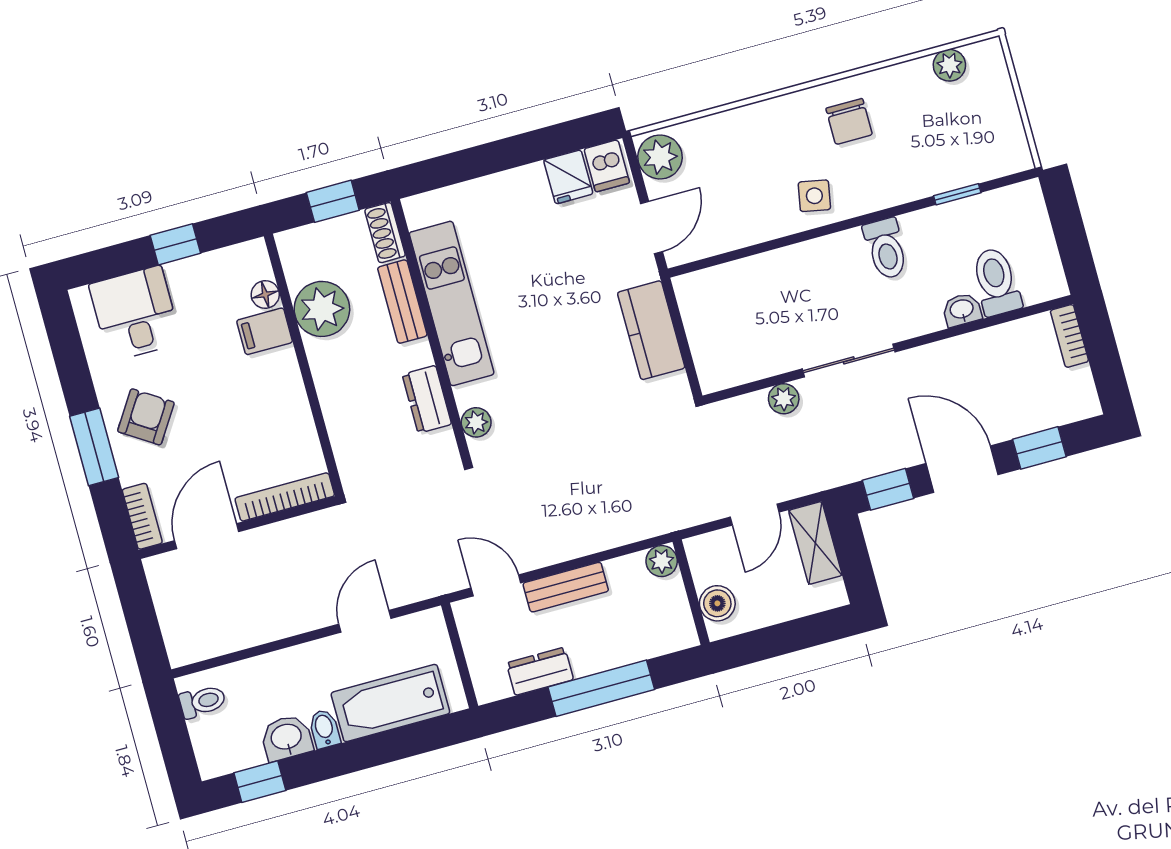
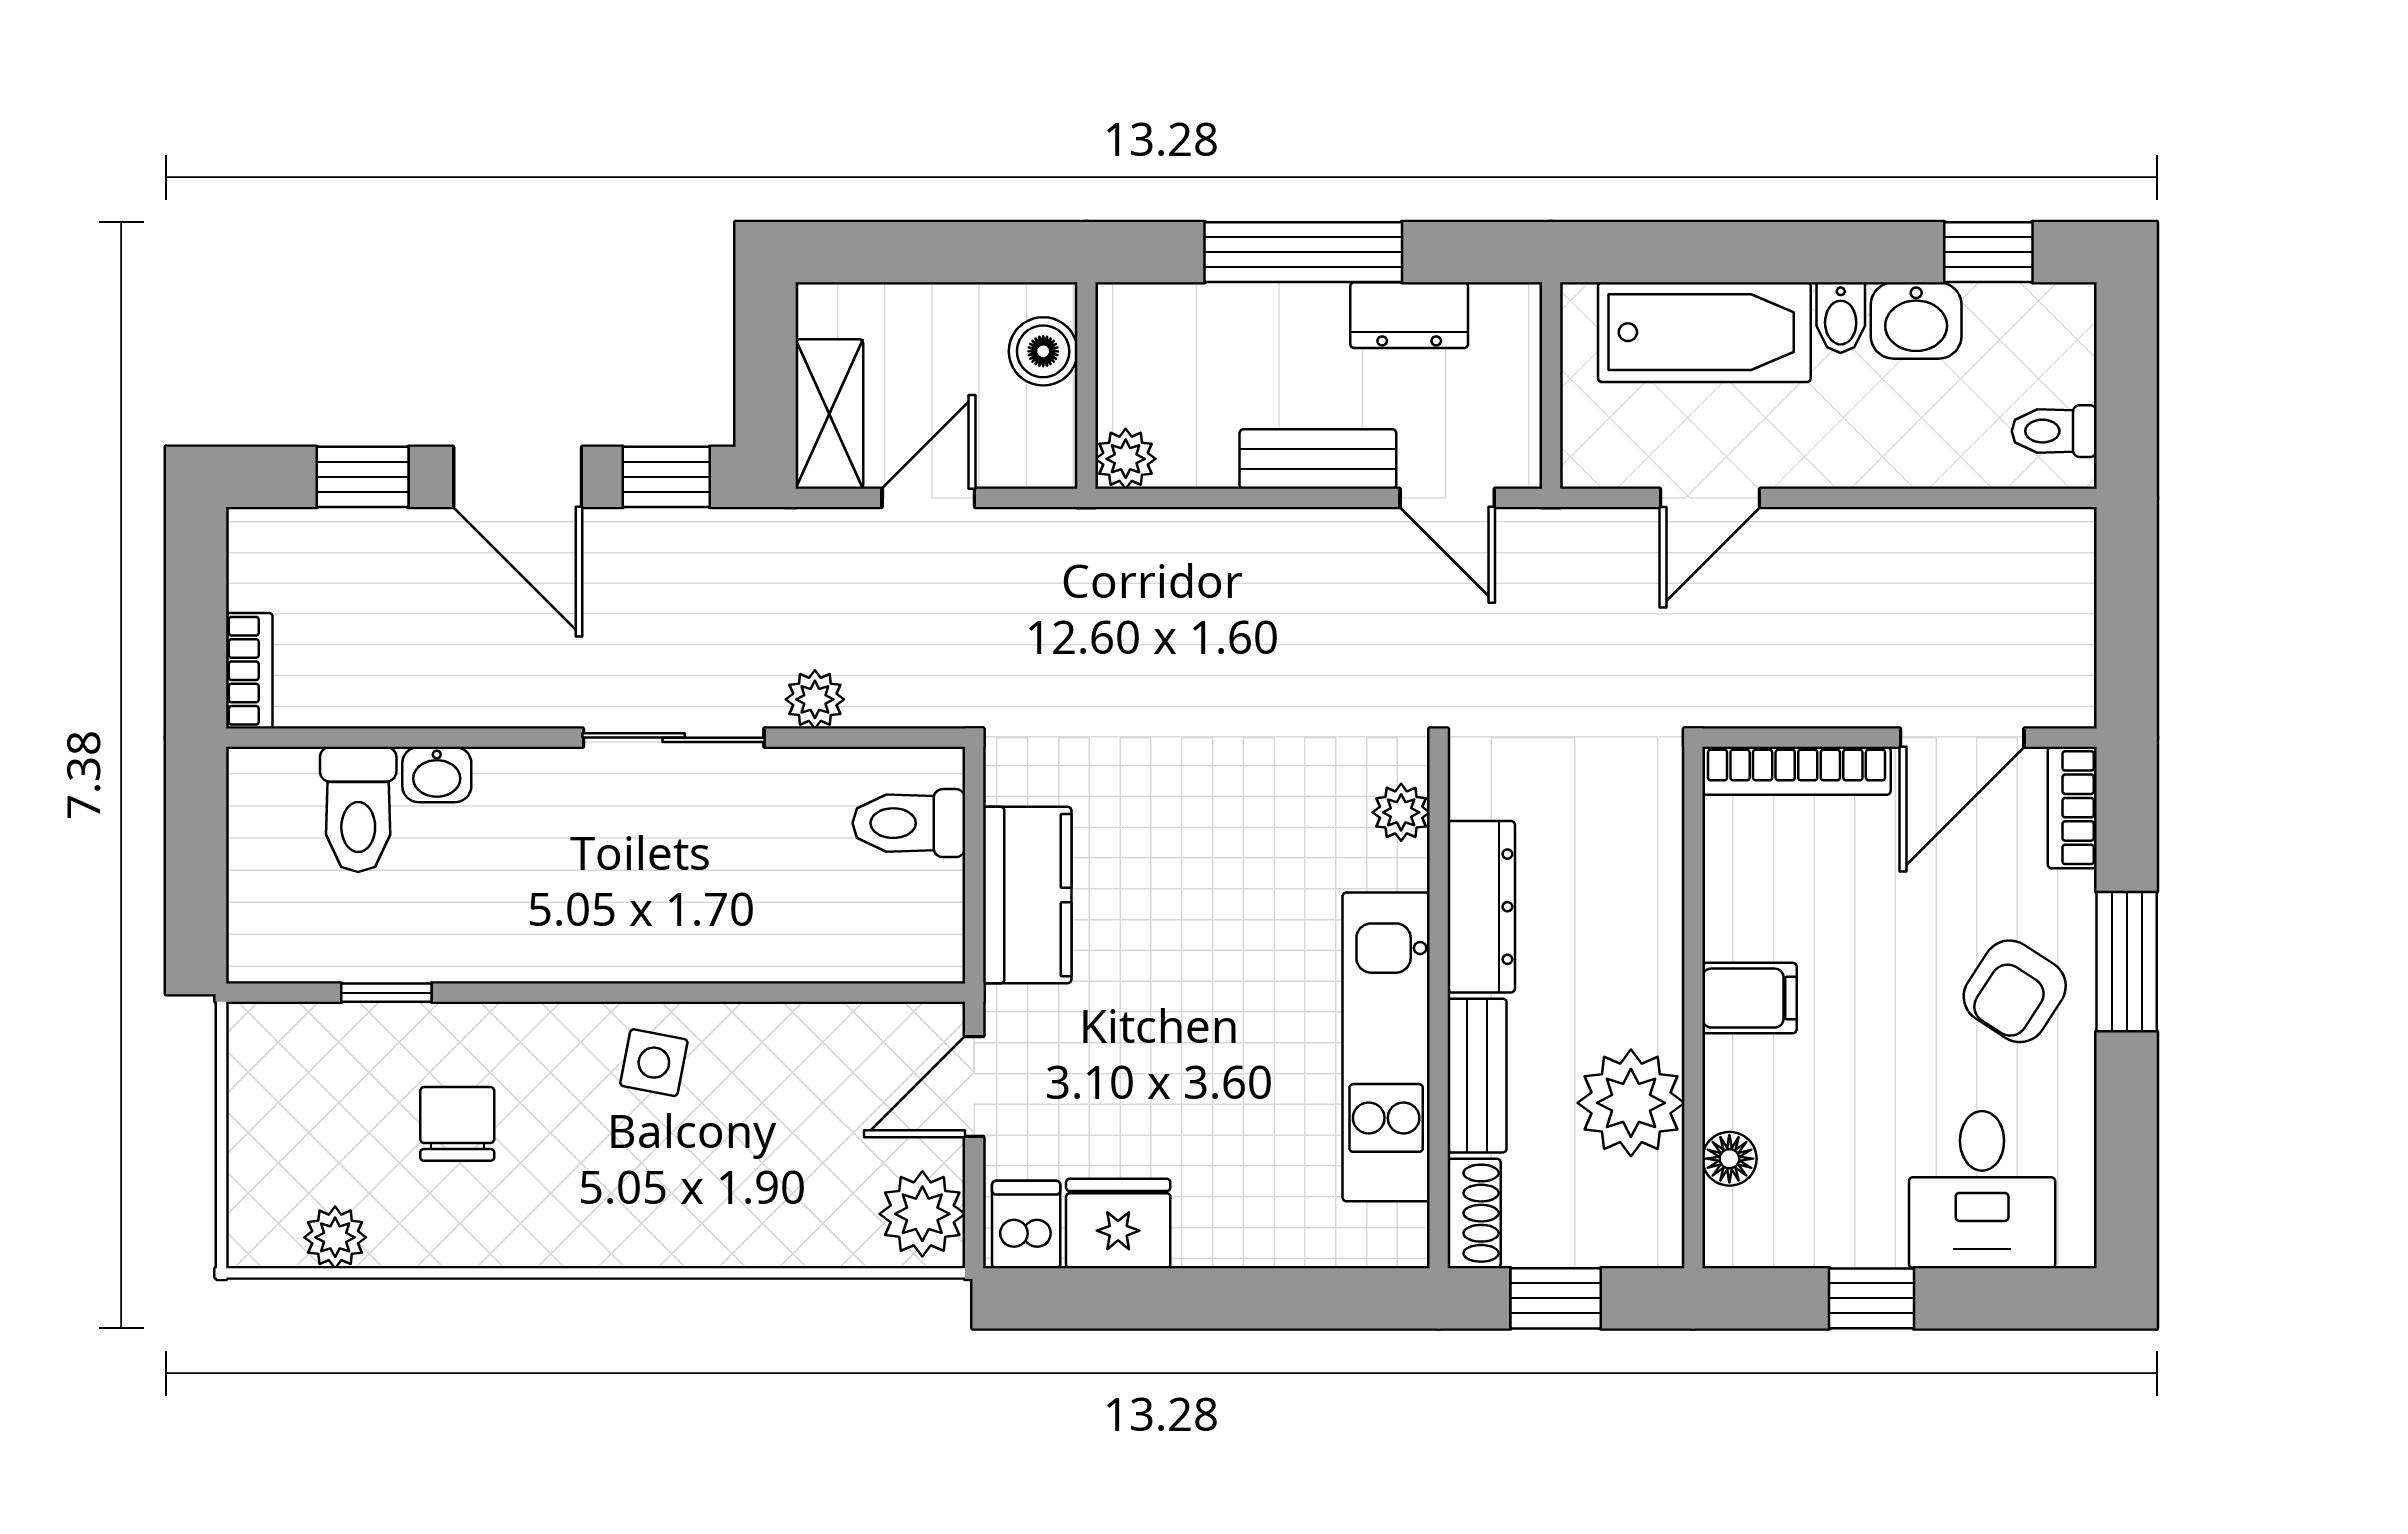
chair: (849, 121) -> (457, 1124), moved
fridge: (568, 177) -> (1118, 1223), width x1.38
toilet: (886, 249) -> (909, 823), moved, turned -90
filing cabinet: (265, 331) -> (1750, 998), moved
dresser: (427, 399) -> (1481, 907), width x1.44

